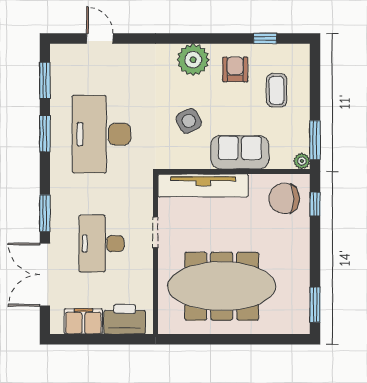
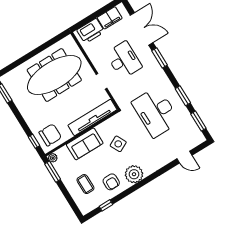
desk: (101, 134) -> (156, 112), turned 180

